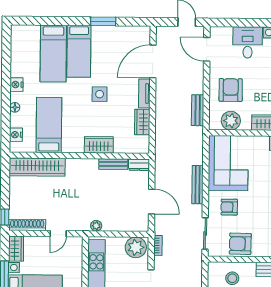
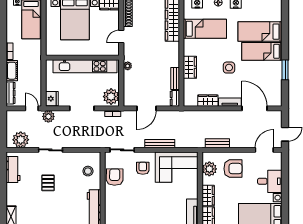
door: (58, 234) -> (121, 37), hinge flipped

